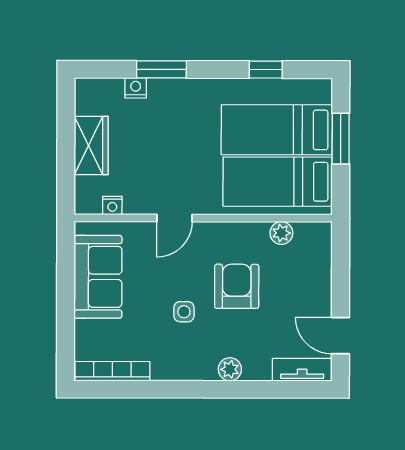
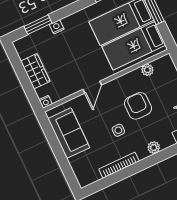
window: (161, 69) -> (38, 25), moved
nightstand: (136, 88) -> (57, 27), moved
nightstand: (112, 205) -> (46, 102), moved
bookcase: (112, 371) -> (119, 165), moved

